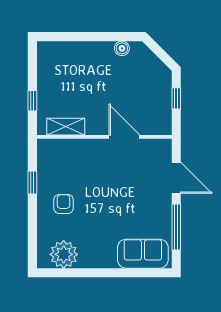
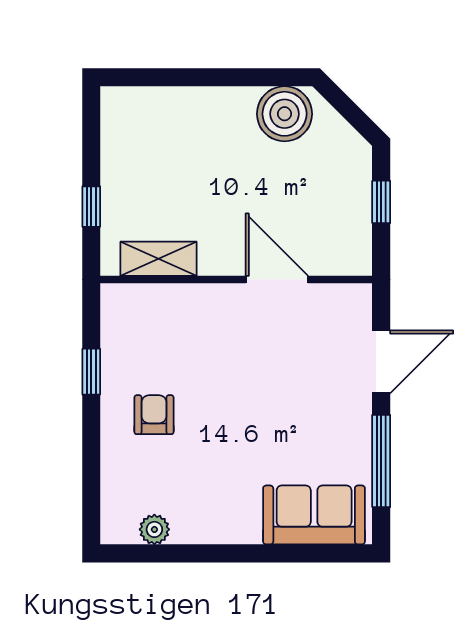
boiler: (122, 48) -> (285, 114), width x1.86, depth x1.86
door: (176, 178) -> (381, 362), hinge flipped
plant: (64, 254) -> (154, 529), width x0.53, depth x0.53

